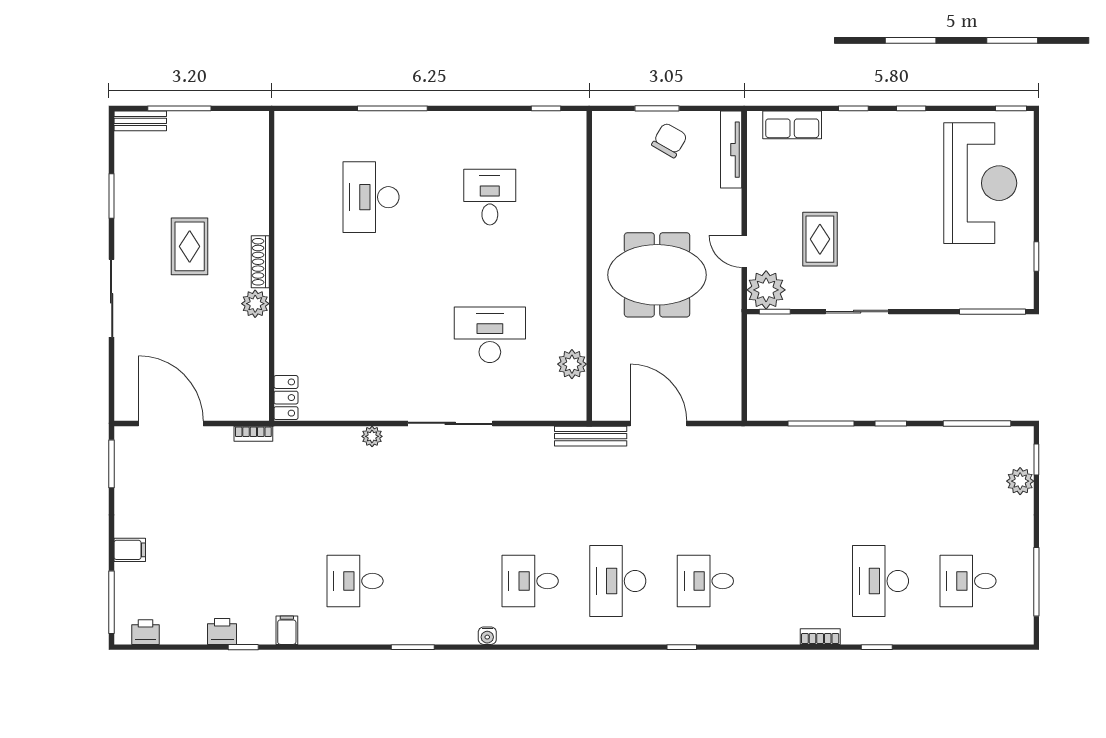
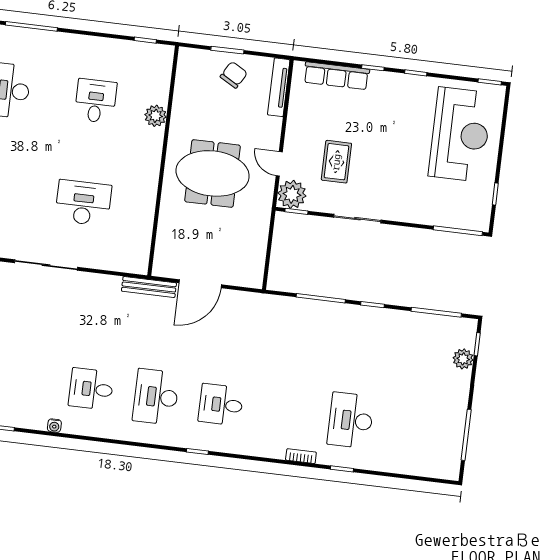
row of seats: (792, 125) -> (336, 76), width x1.48
plant: (572, 364) -> (156, 116), moved
door: (658, 423) -> (200, 284), swing flipped
desk: (968, 581) -> (415, 428), removed

